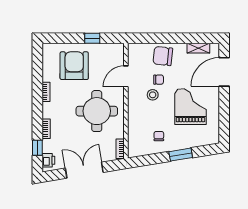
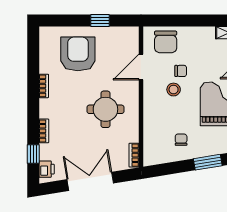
chair: (163, 56) -> (166, 42), moved, turned -96
round table: (97, 111) -> (105, 109), width x0.73, depth x0.73

